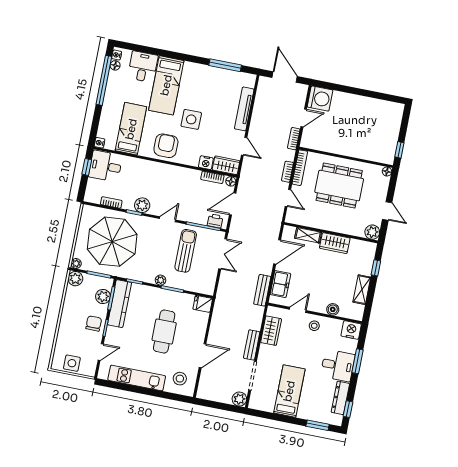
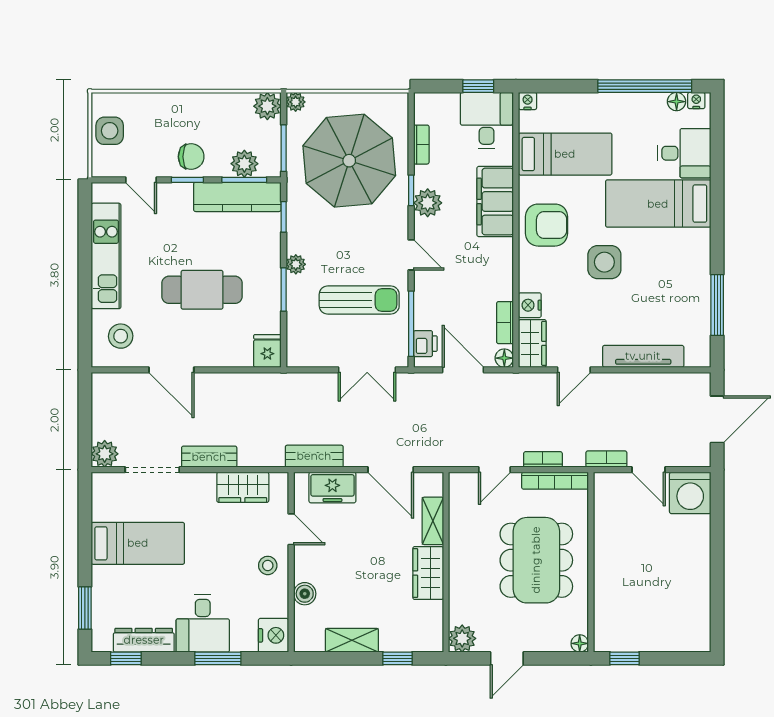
filing cabinet: (148, 170) -> (495, 202), added

